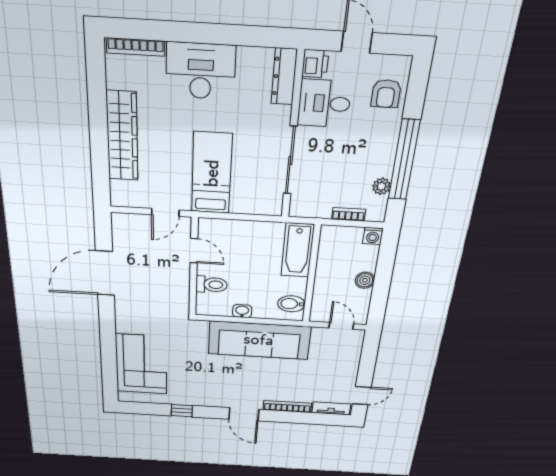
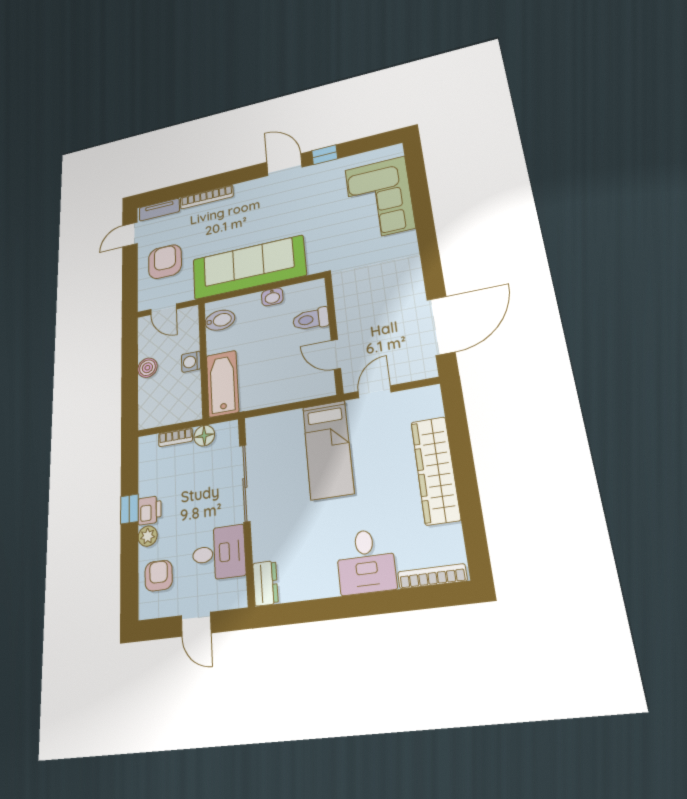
printer: (315, 64) -> (150, 510), moved, turned 180
desk: (201, 71) -> (366, 561), width x0.73
dresser: (284, 77) -> (265, 583), width x0.70
window: (404, 160) -> (129, 509), width x0.32
plant: (381, 186) -> (148, 536), moved
floor lamp: (321, 210) -> (204, 436), added
washing machine: (373, 236) -> (191, 362), moved, turned -90
door: (105, 273) -> (441, 326), moved
armchair: (333, 365) -> (165, 262), added
door: (244, 414) -> (284, 165), moved

